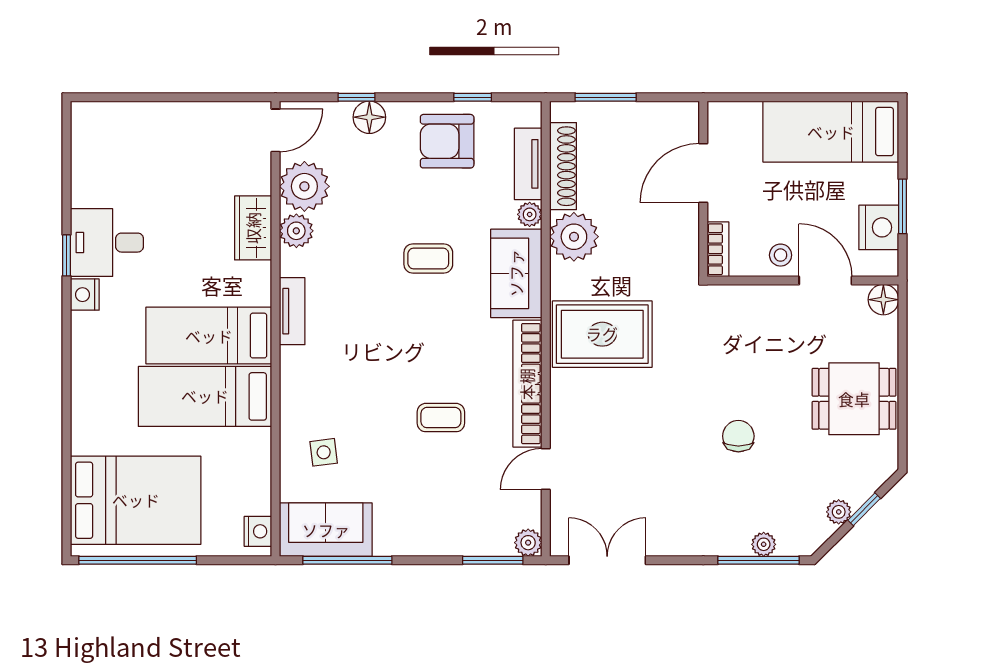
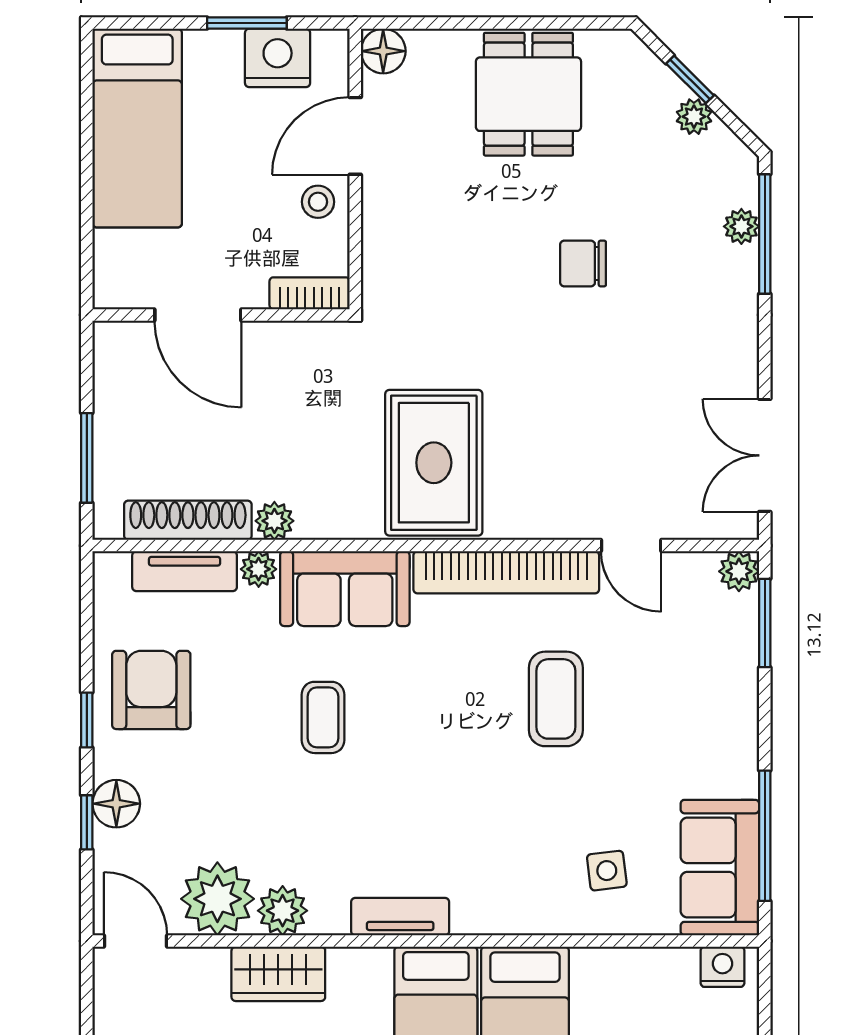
window: (473, 97) -> (87, 720), moved
armchair: (447, 141) -> (151, 690), turned 180
plant: (574, 237) -> (274, 521), width x0.53, depth x0.53
coffee table: (441, 418) -> (556, 699), width x1.36, depth x1.30

